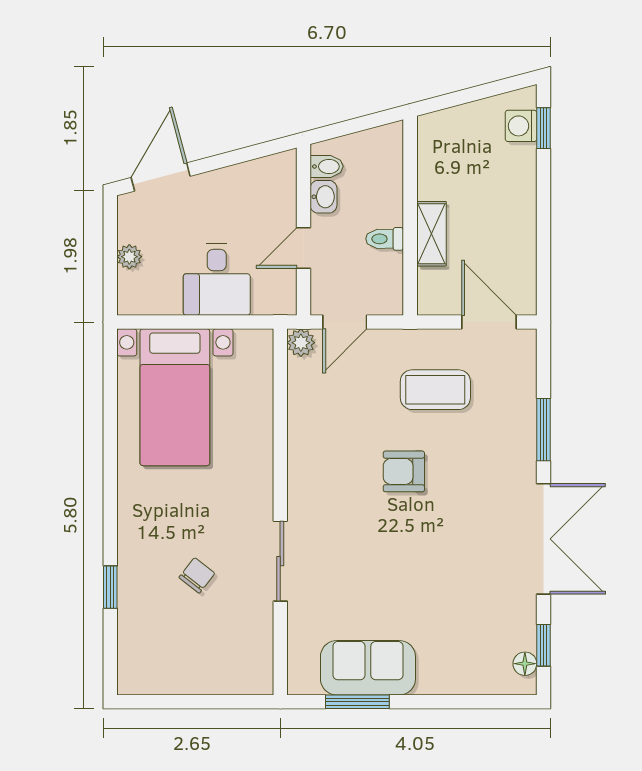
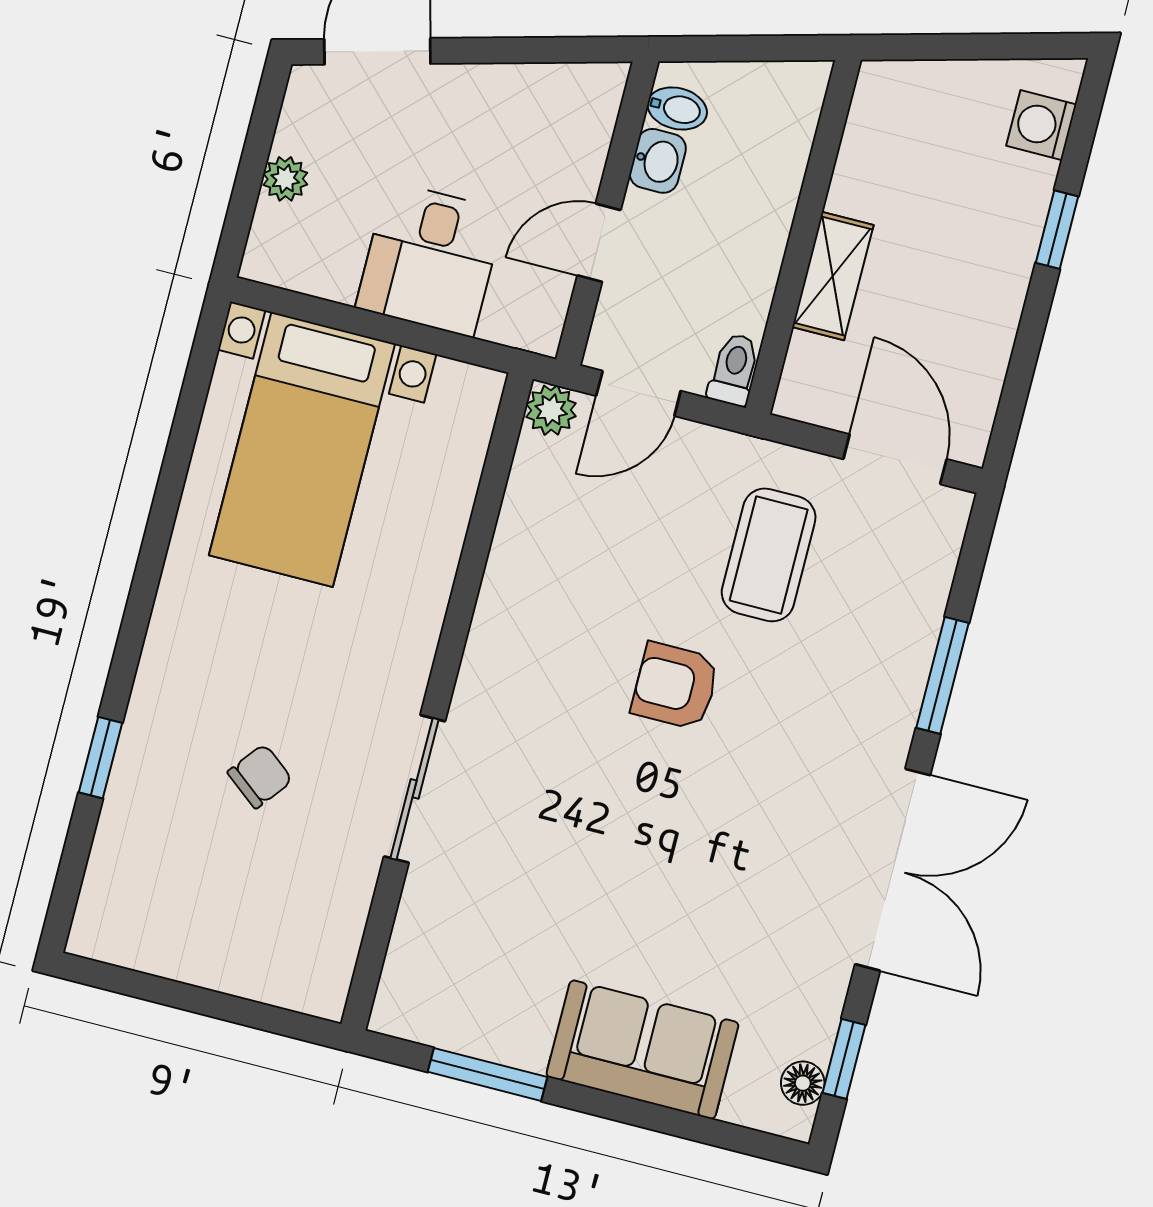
window: (543, 128) -> (1057, 230), moved
toilet: (385, 239) -> (734, 370), moved, turned 90
coffee table: (435, 390) -> (769, 555), turned 90
sofa: (368, 668) -> (642, 1050), moved

